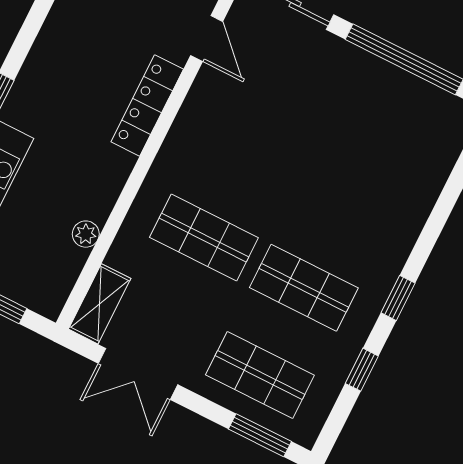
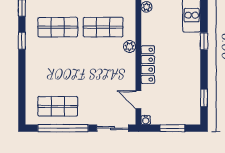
shop shelf: (392, 113) -> (58, 106), added
plant: (167, 166) -> (130, 46), added

